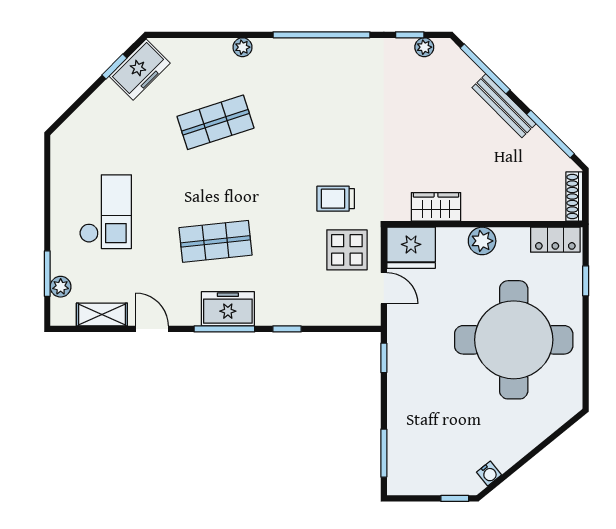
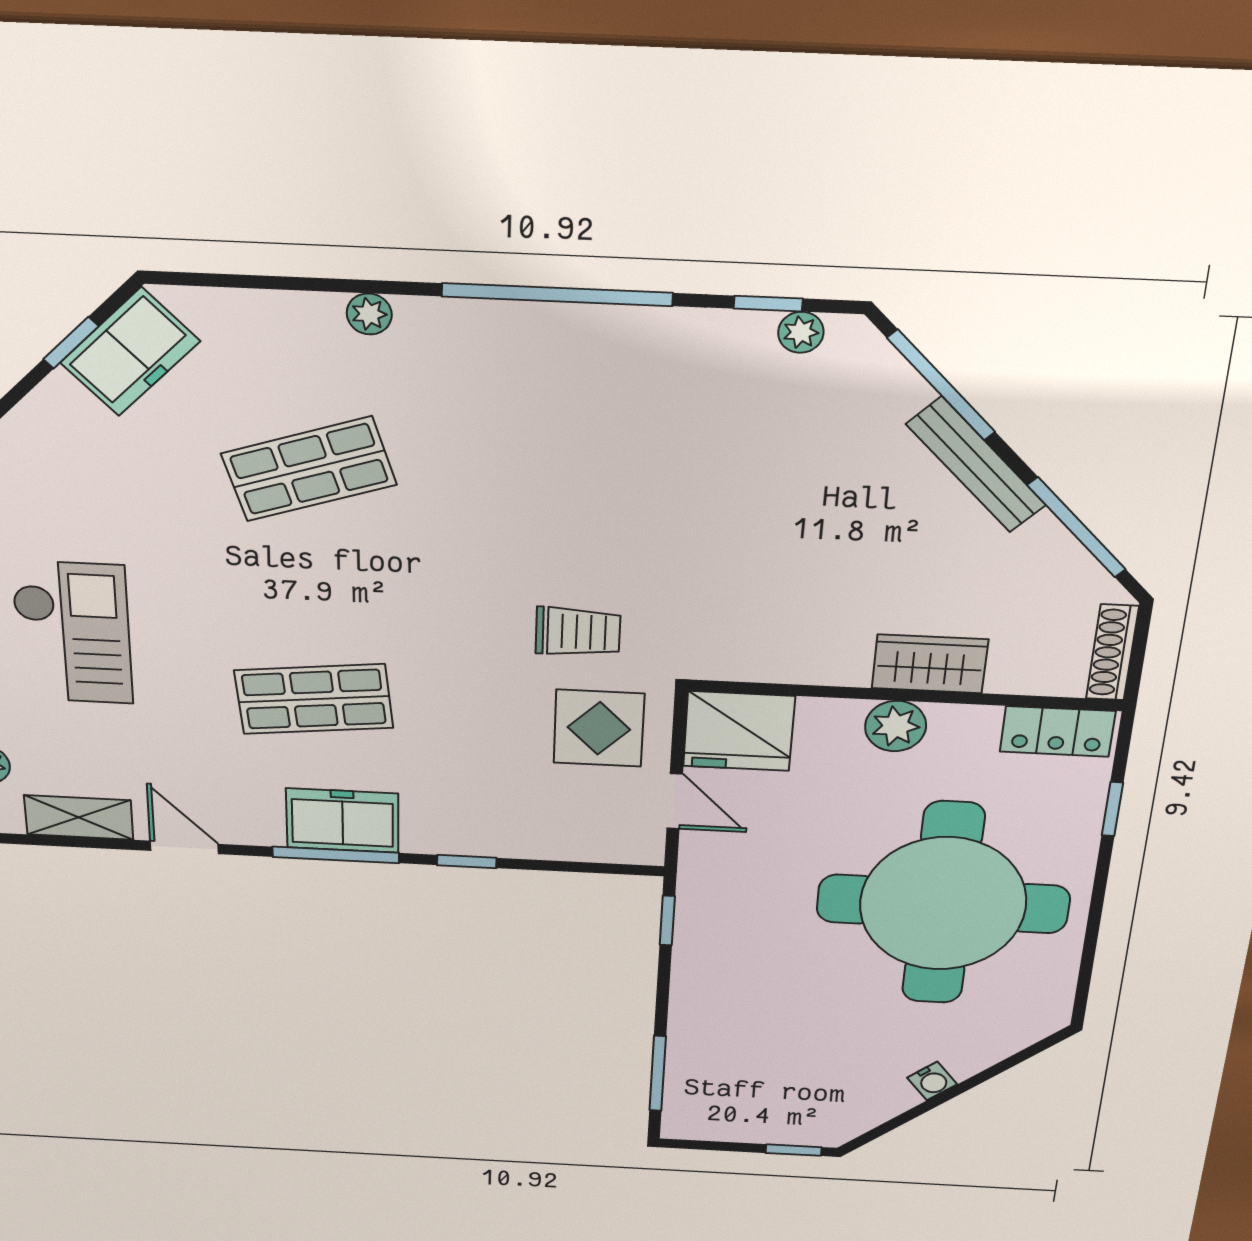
trolley: (336, 199) -> (578, 632), turned 180
wardrobe: (436, 207) -> (930, 664), moved
water cooler: (489, 473) -> (932, 1081), moved

